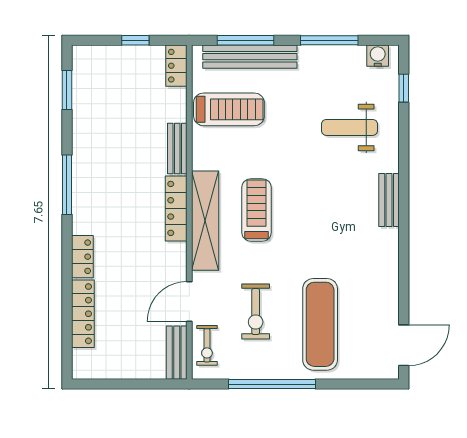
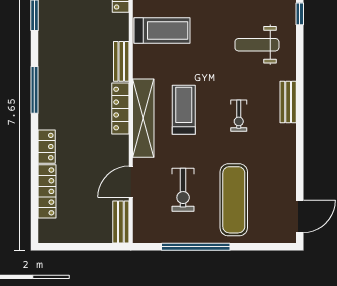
exercise bike: (207, 345) -> (239, 116), moved

